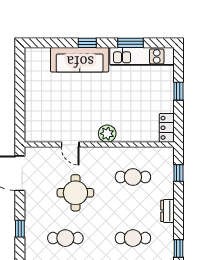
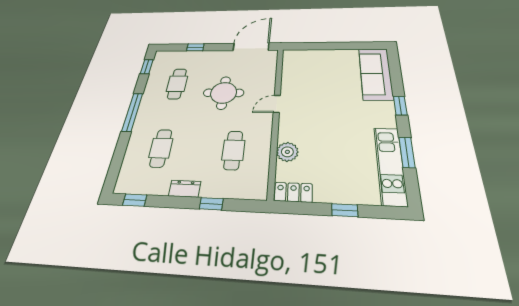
sofa: (80, 60) -> (376, 74), moved
plant: (107, 134) -> (287, 152), moved
door: (70, 145) -> (277, 104), moved
window: (178, 173) -> (211, 204), moved

